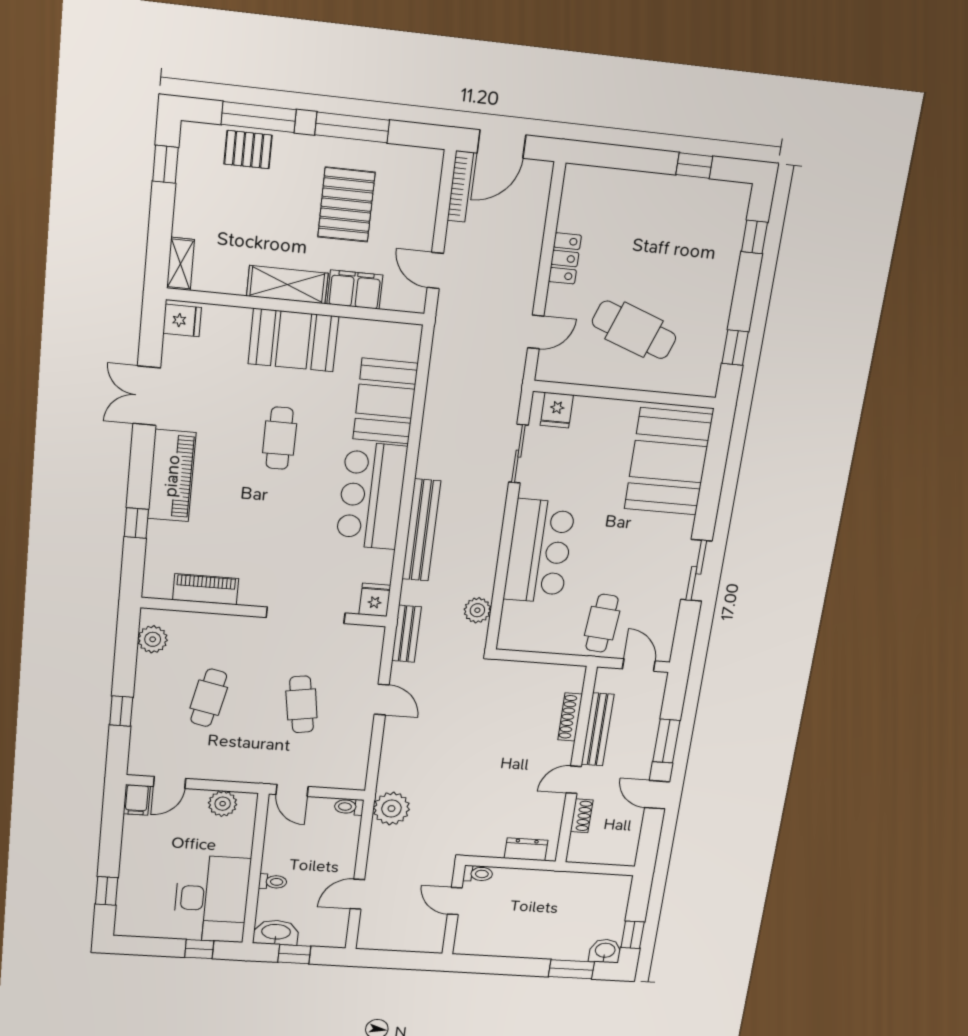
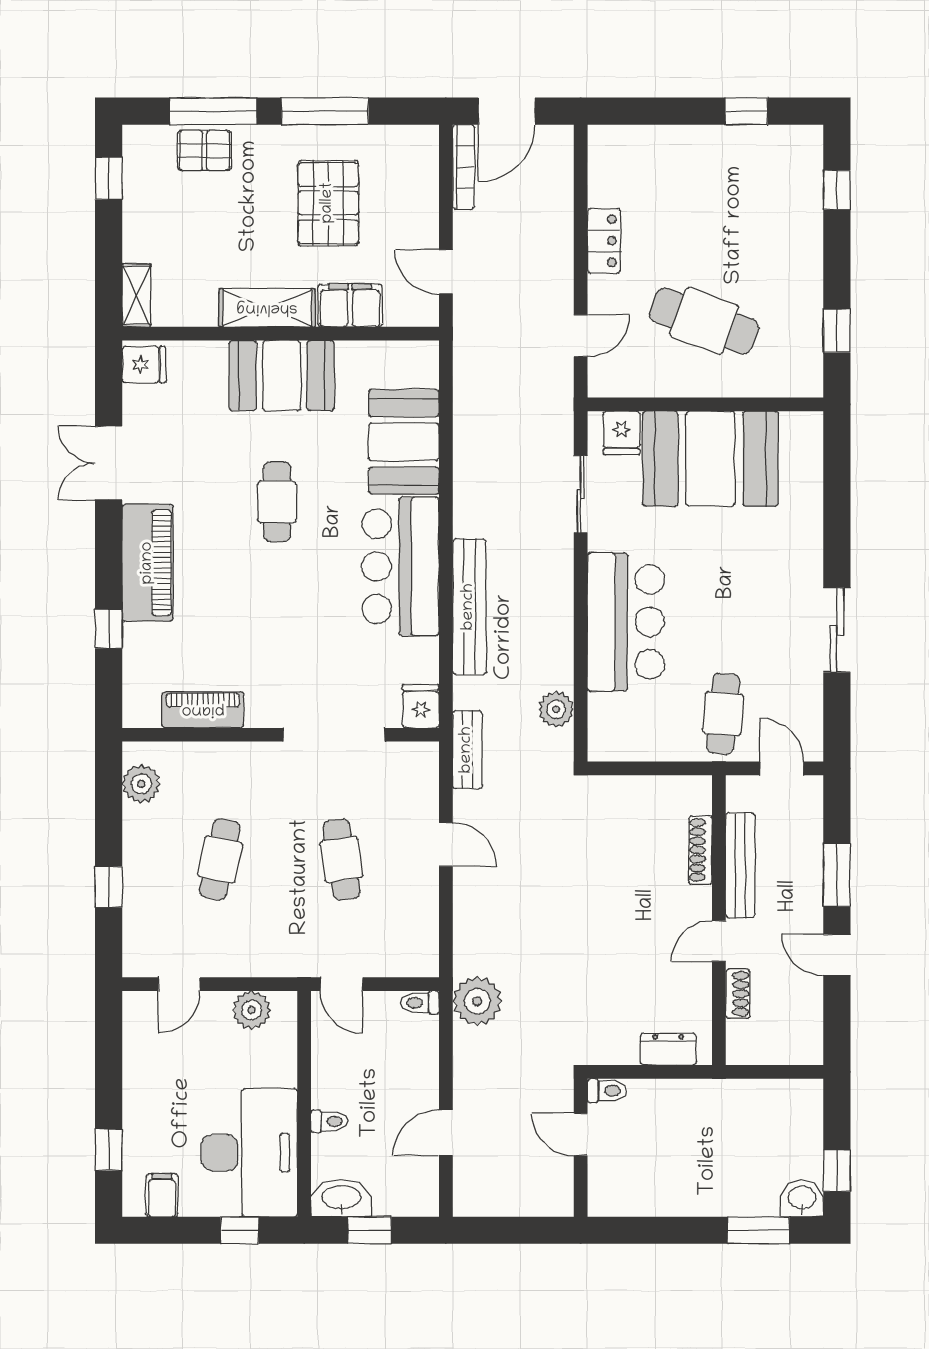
booth: (668, 462) -> (710, 459), moved, turned 90
filing cabinet: (137, 800) -> (162, 1195), moved, turned 180

